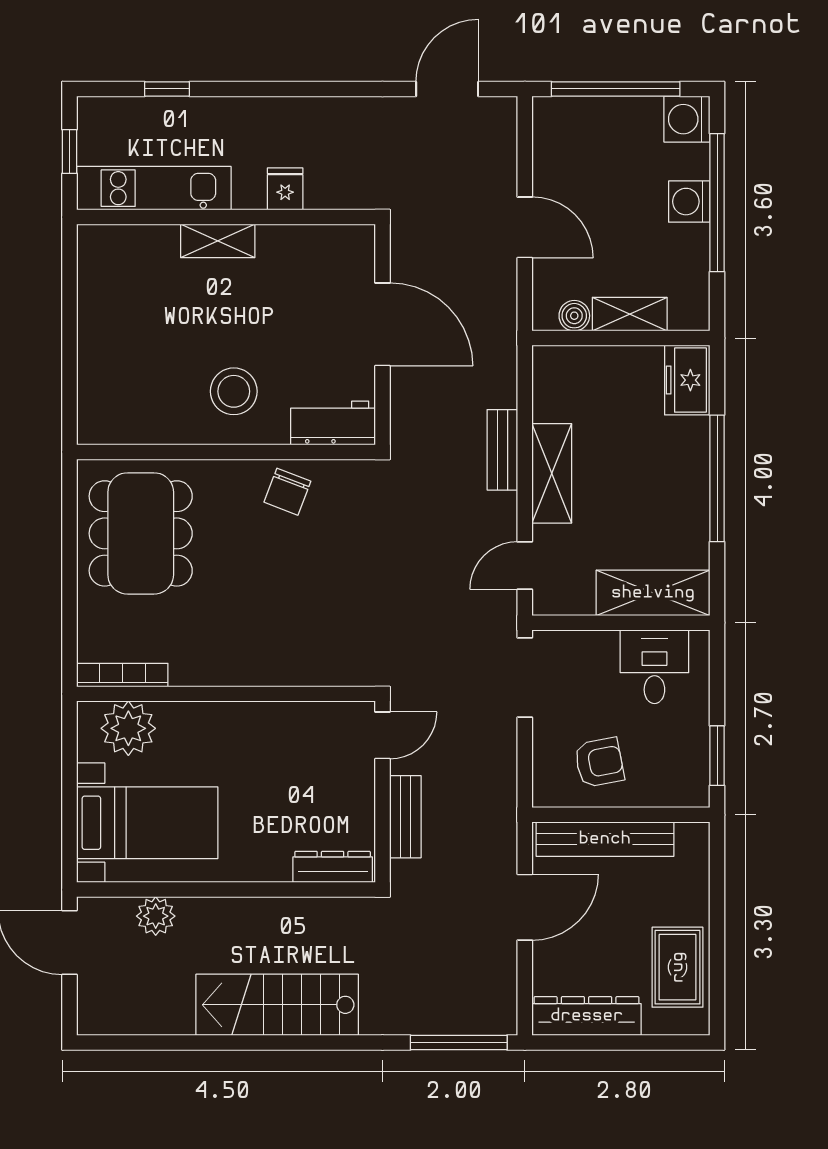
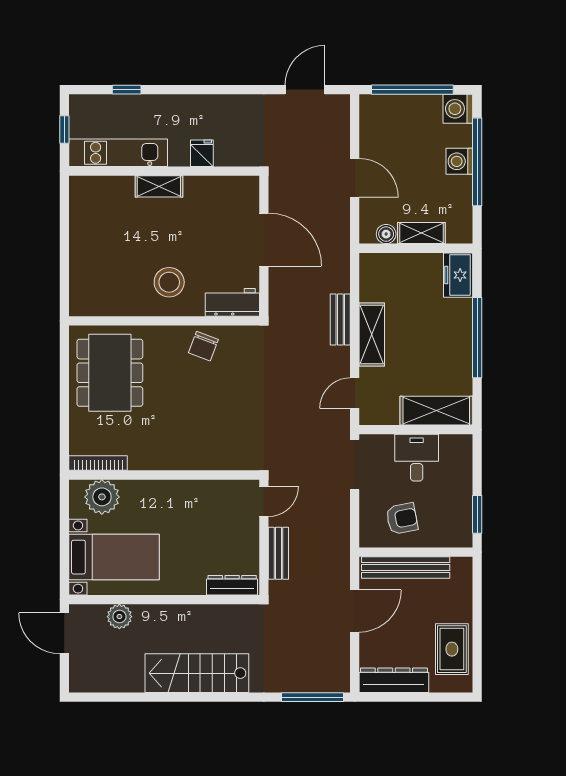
desk: (654, 667) -> (417, 458), moved

